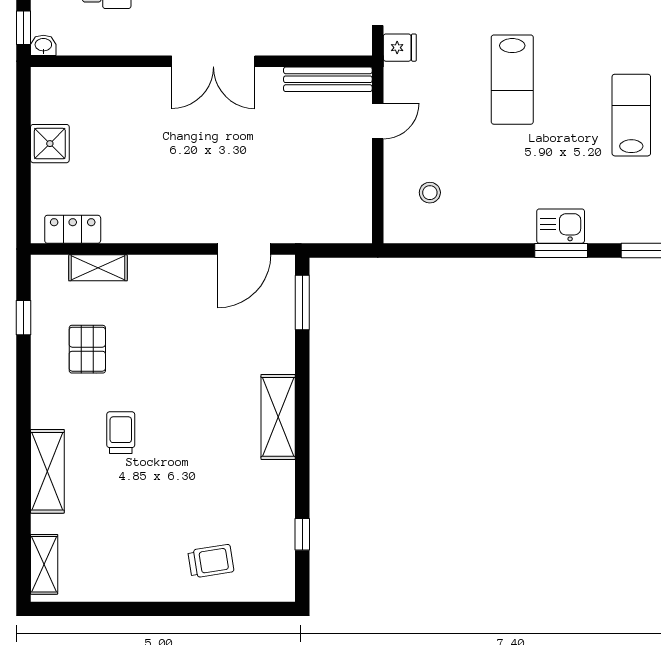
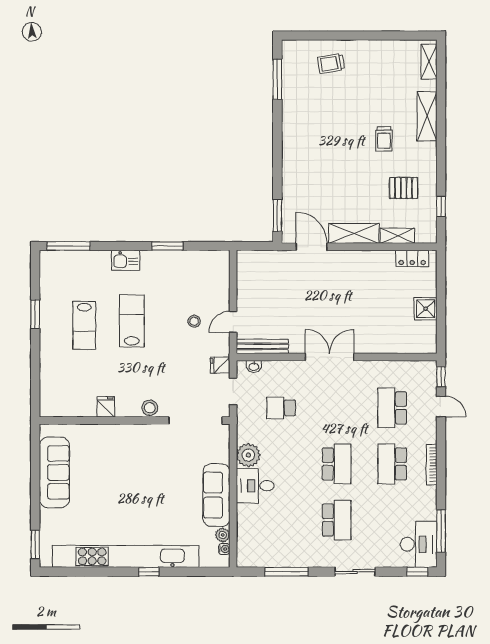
washbasin: (43, 45) -> (254, 366), moved
lab bench: (512, 80) -> (132, 321), moved
stool: (430, 193) -> (194, 321), moved
door: (244, 249) -> (312, 247), hinge flipped
window: (561, 250) -> (167, 246), moved
pallet: (87, 349) -> (404, 188), turned 90
shelving: (278, 417) -> (354, 233), moved, turned 90
window: (302, 534) -> (277, 79), width x2.17

